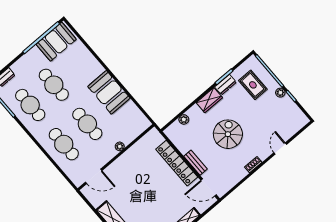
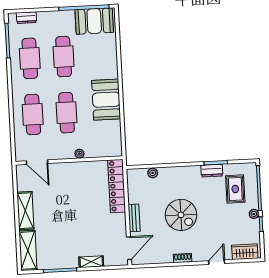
wardrobe: (209, 100) -> (245, 252), moved, turned 180
spiral stairs: (228, 134) -> (181, 215), turned 90
locker: (177, 163) -> (117, 186), moved
door: (209, 188) -> (129, 248), swing flipped

